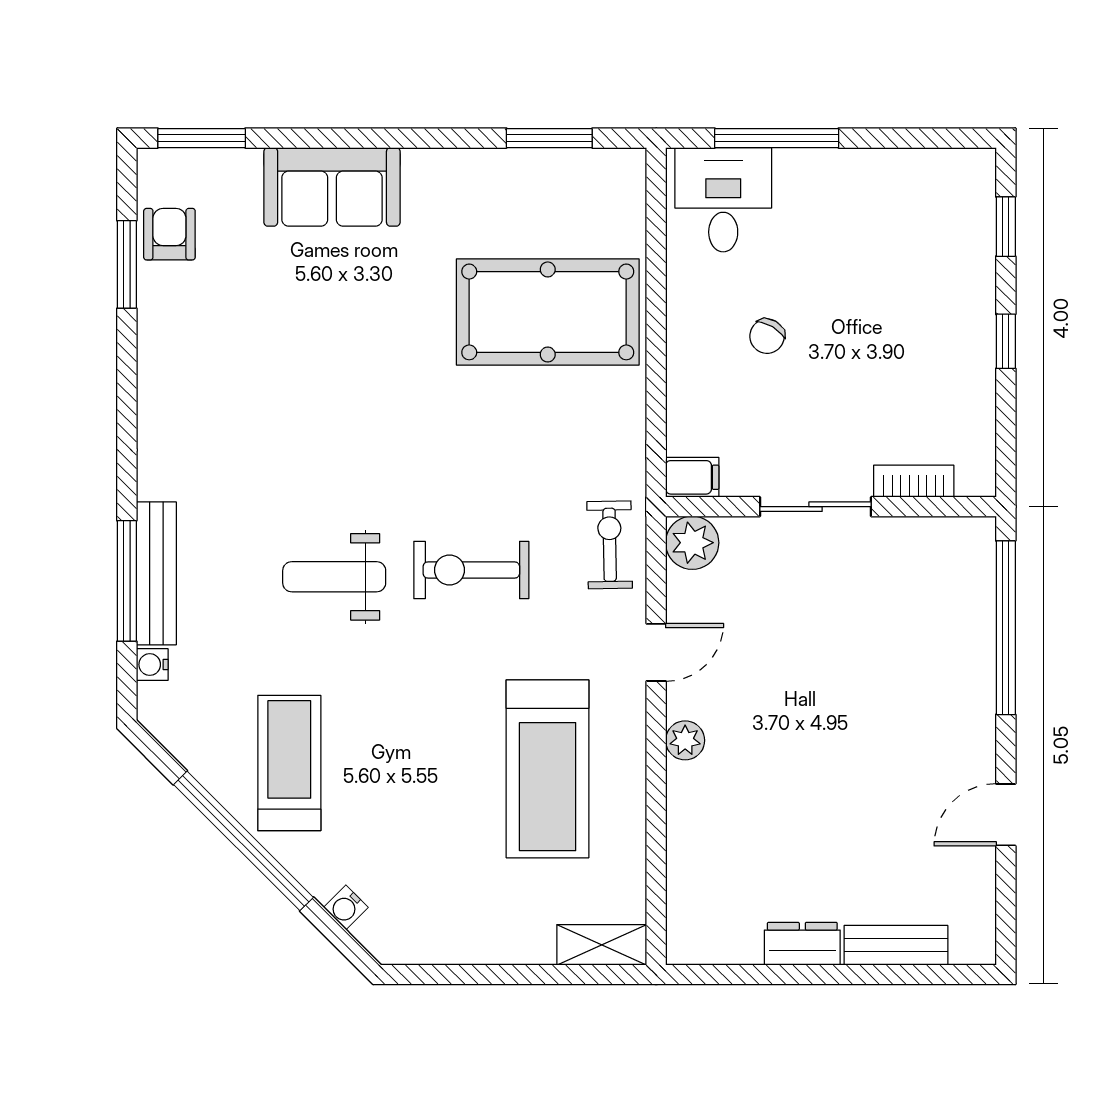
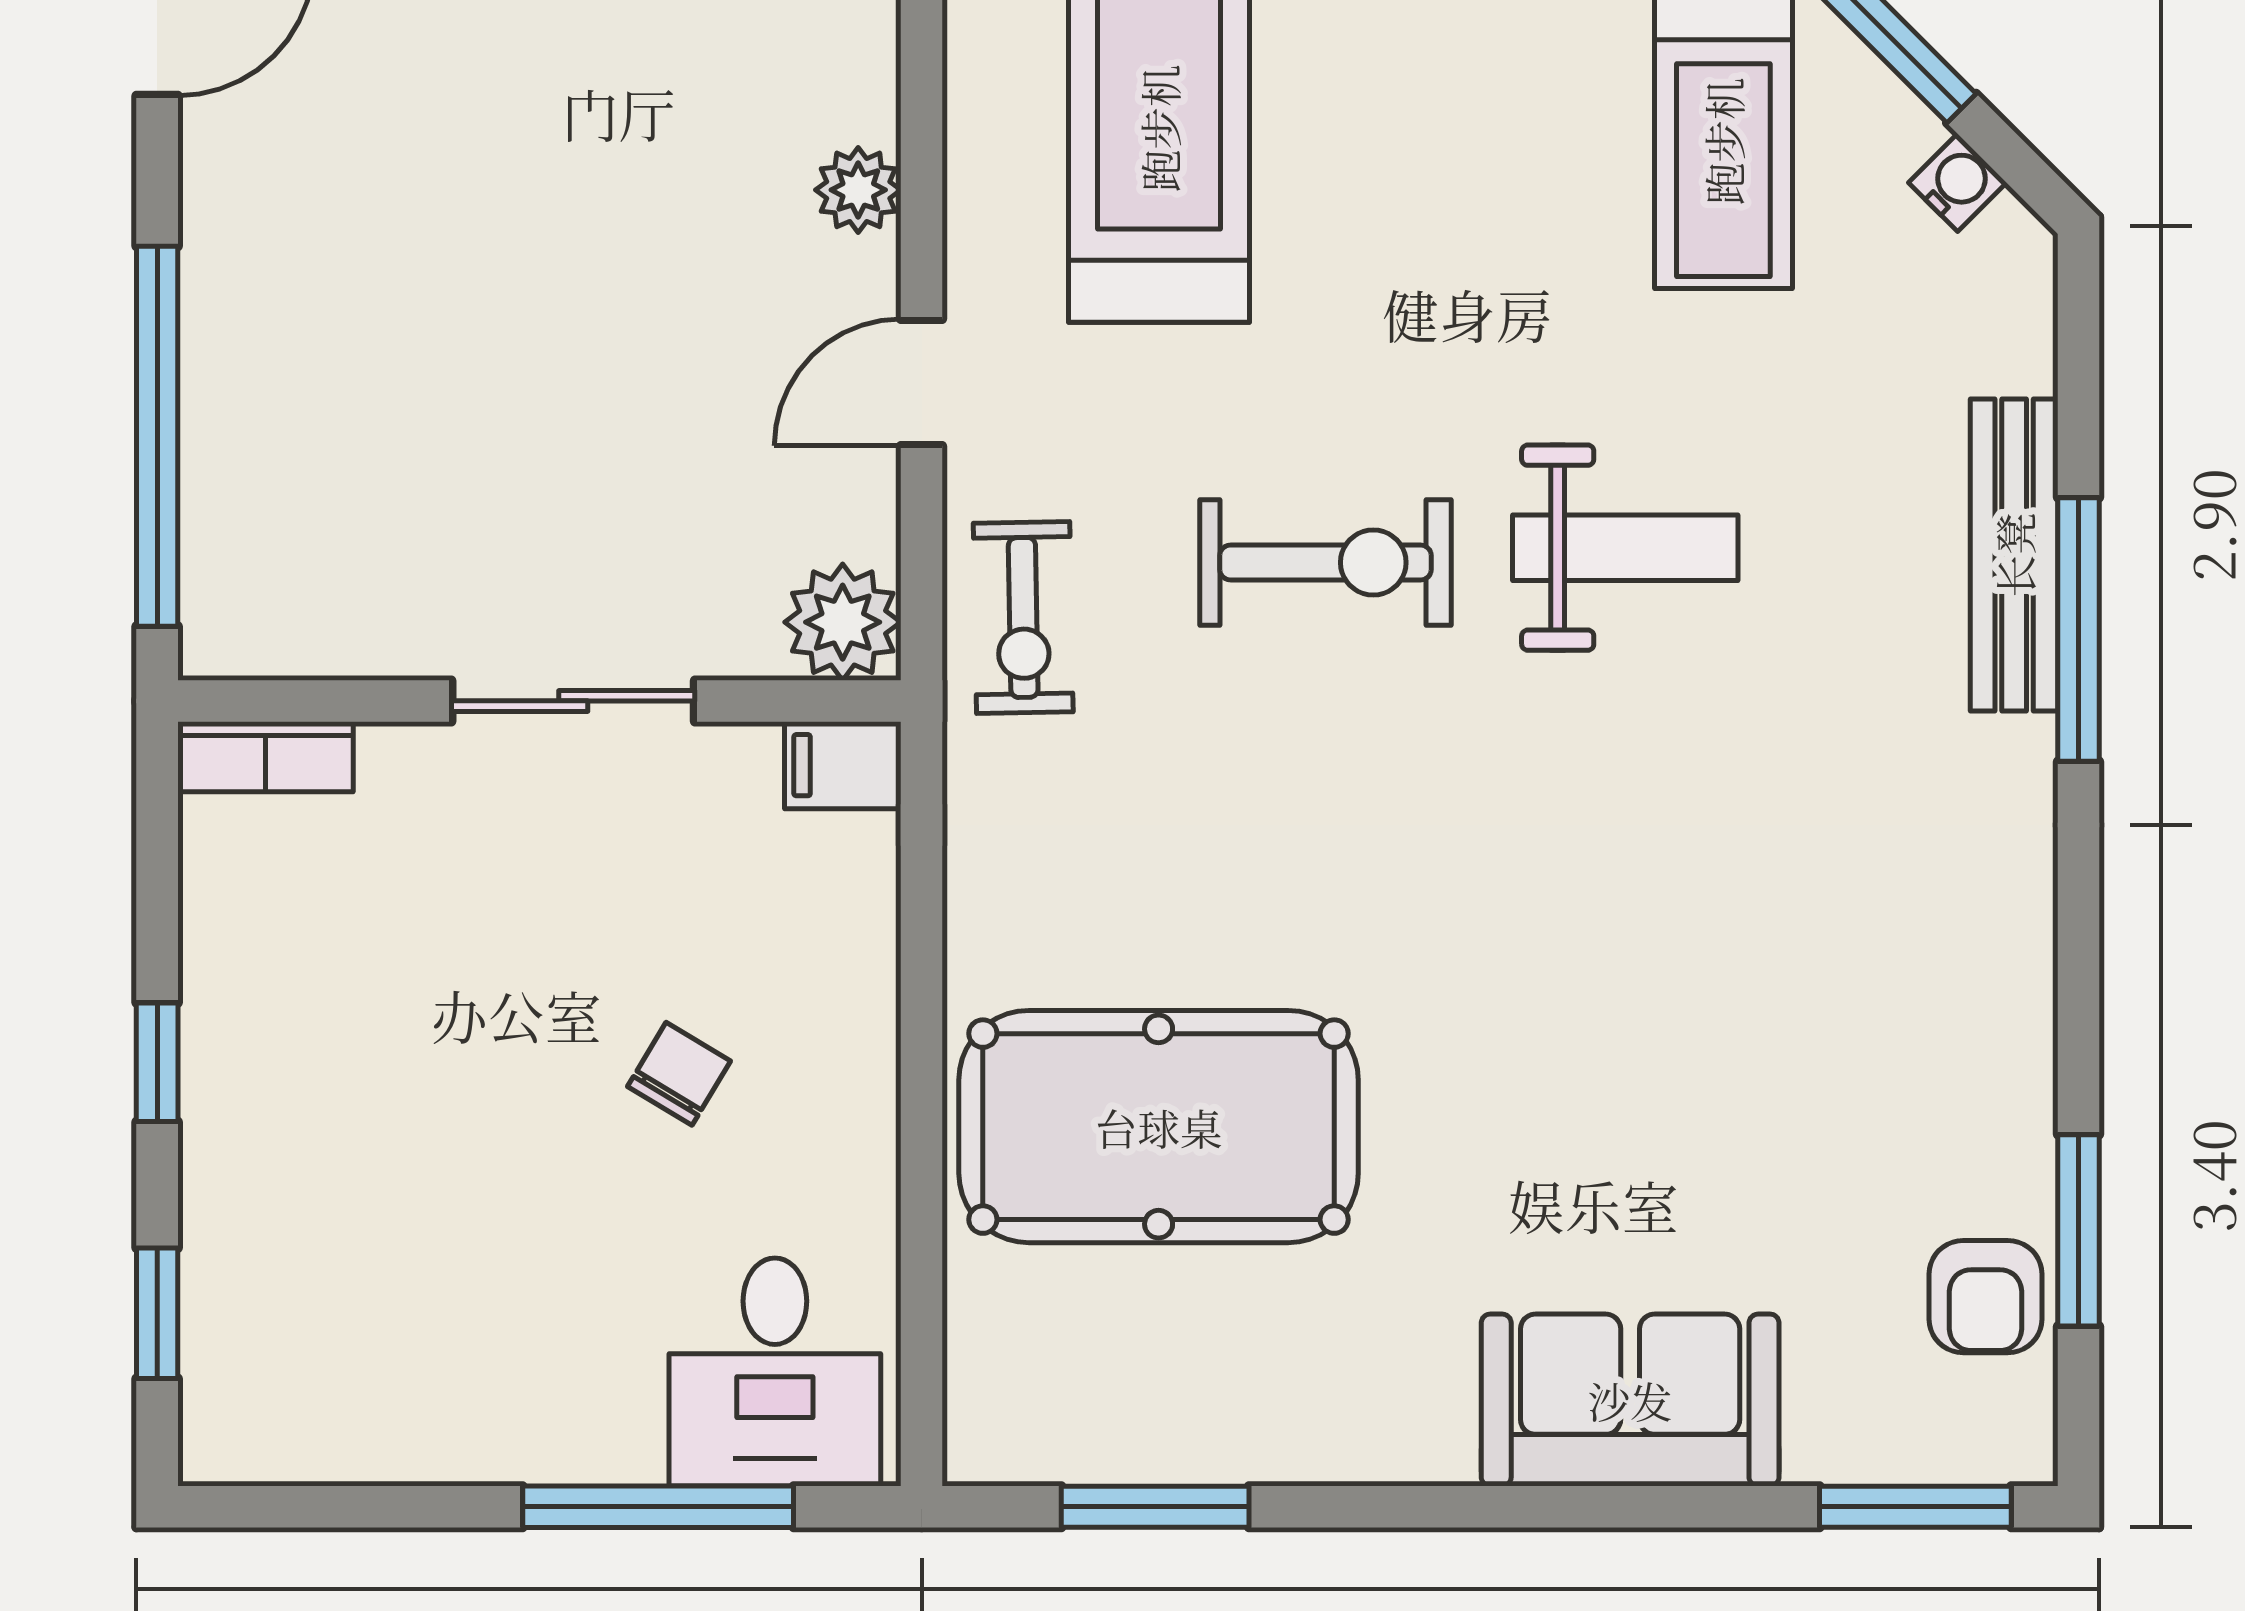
bookcase: (914, 481) -> (265, 757), moved
window: (127, 581) -> (2079, 630), moved
water cooler: (152, 665) -> (1958, 183), moved, turned -45

